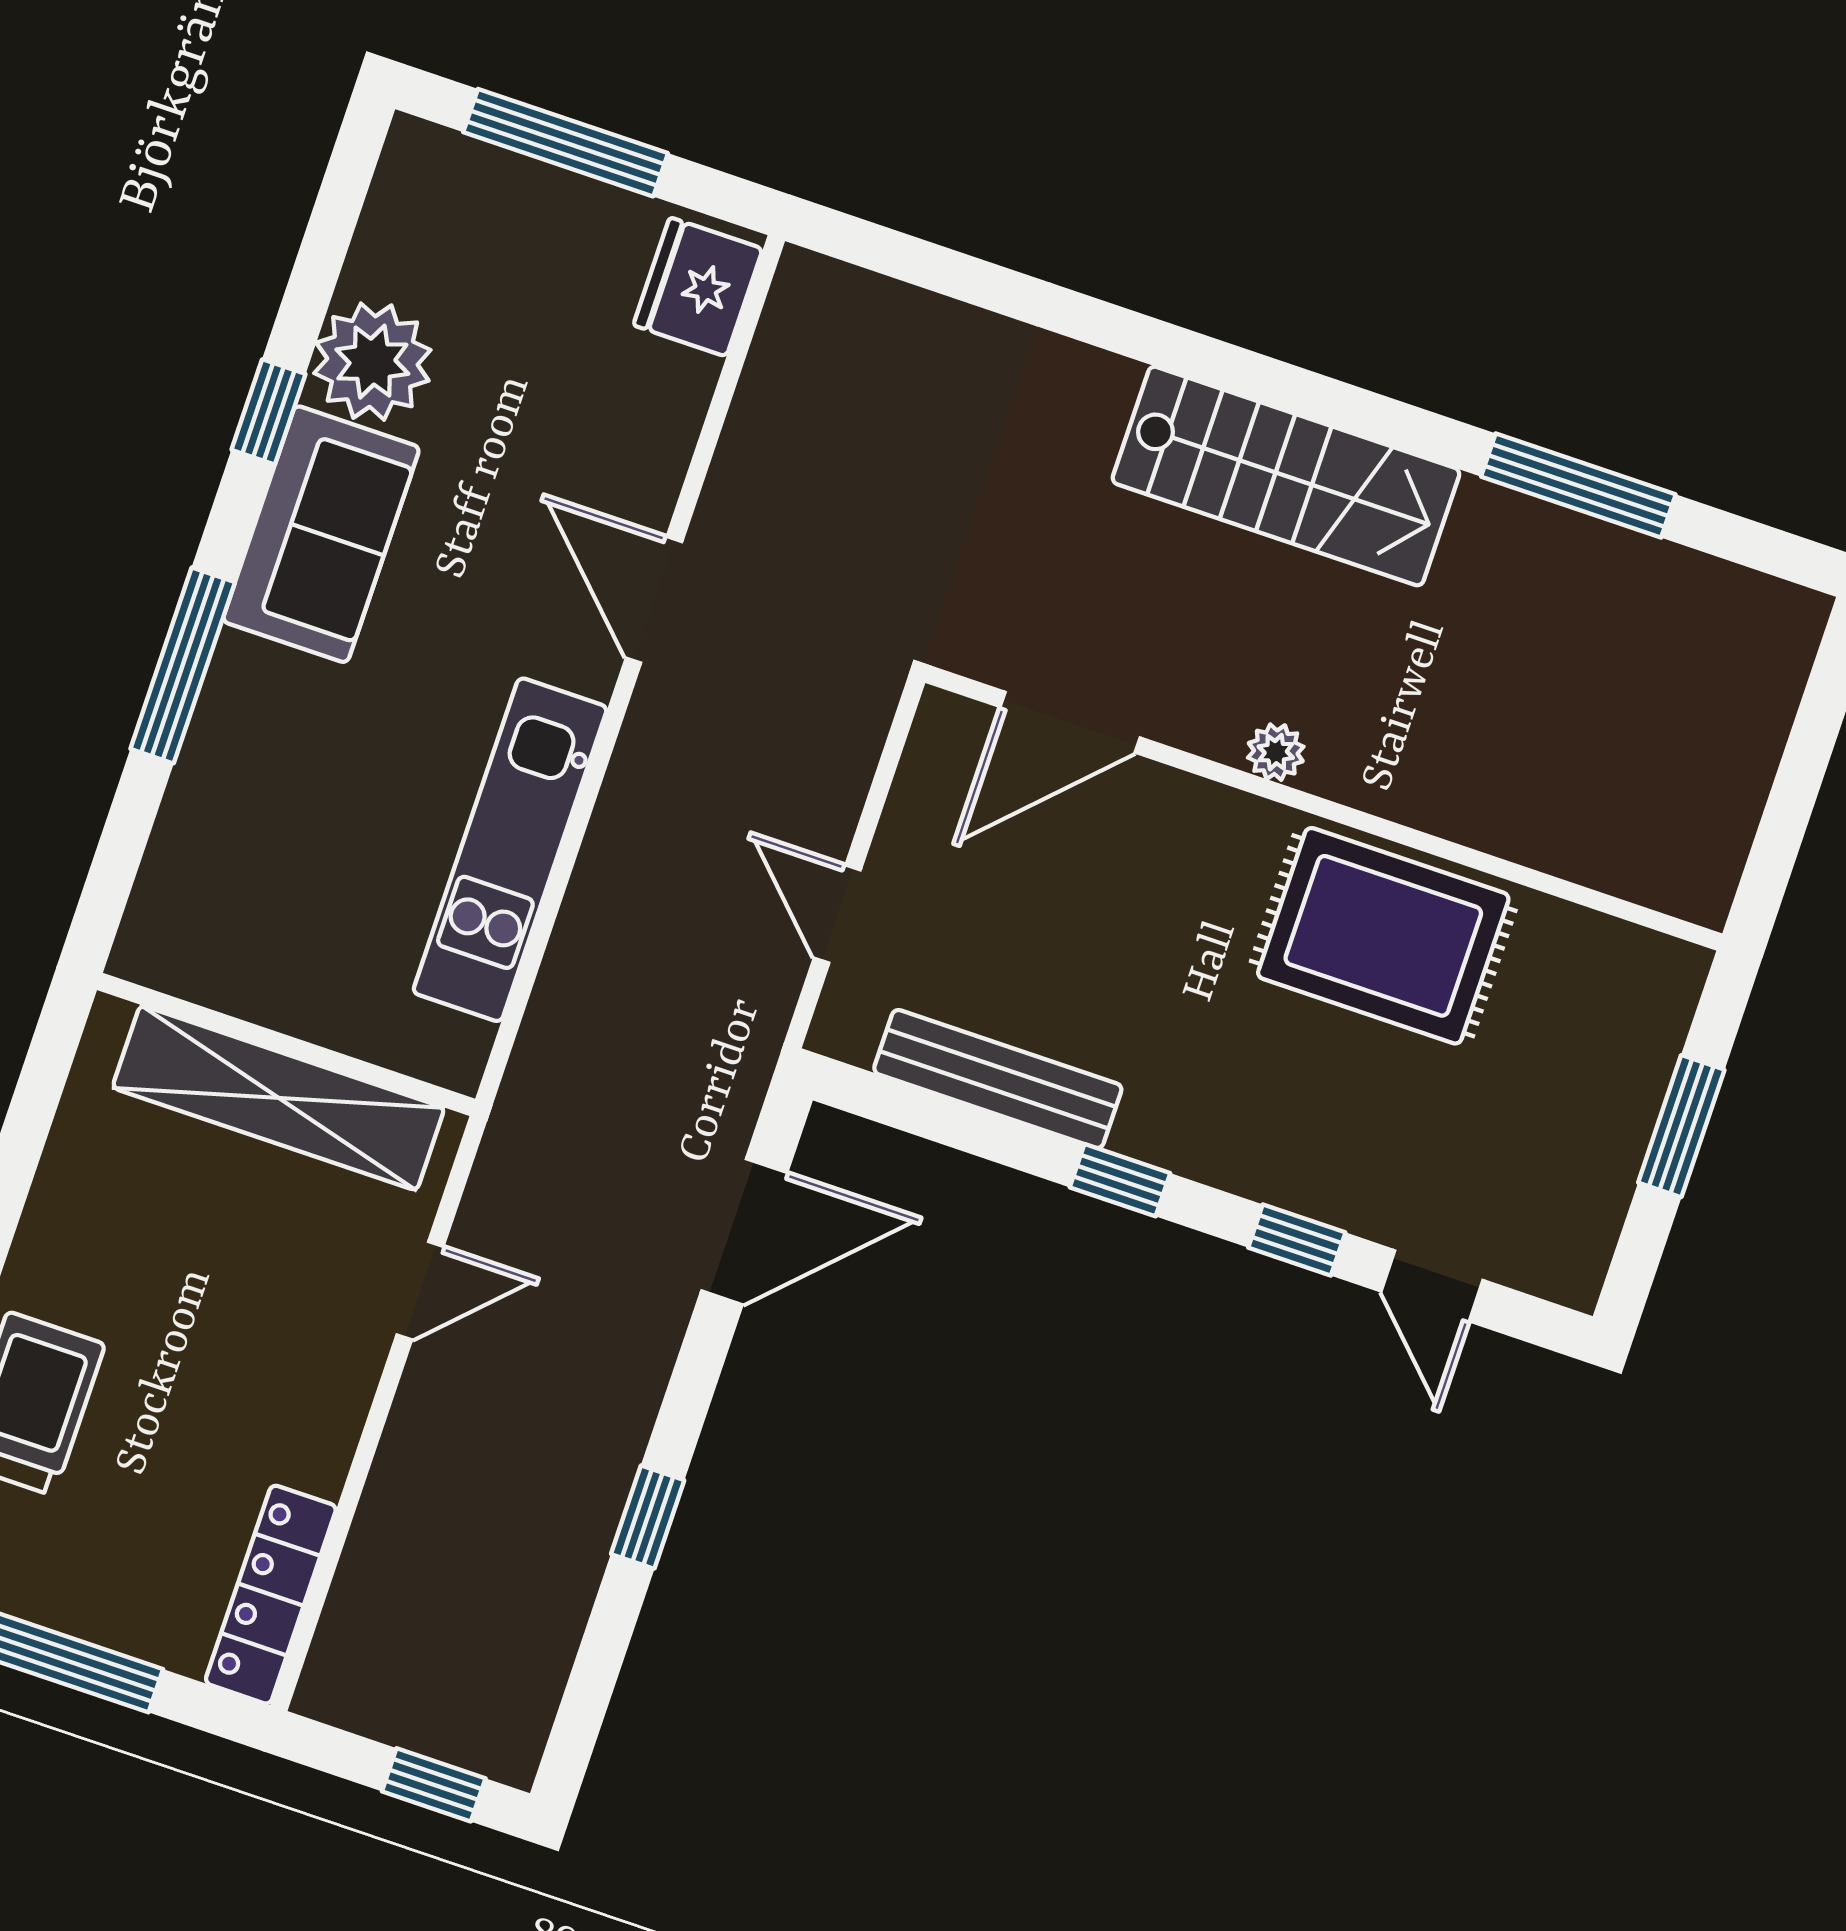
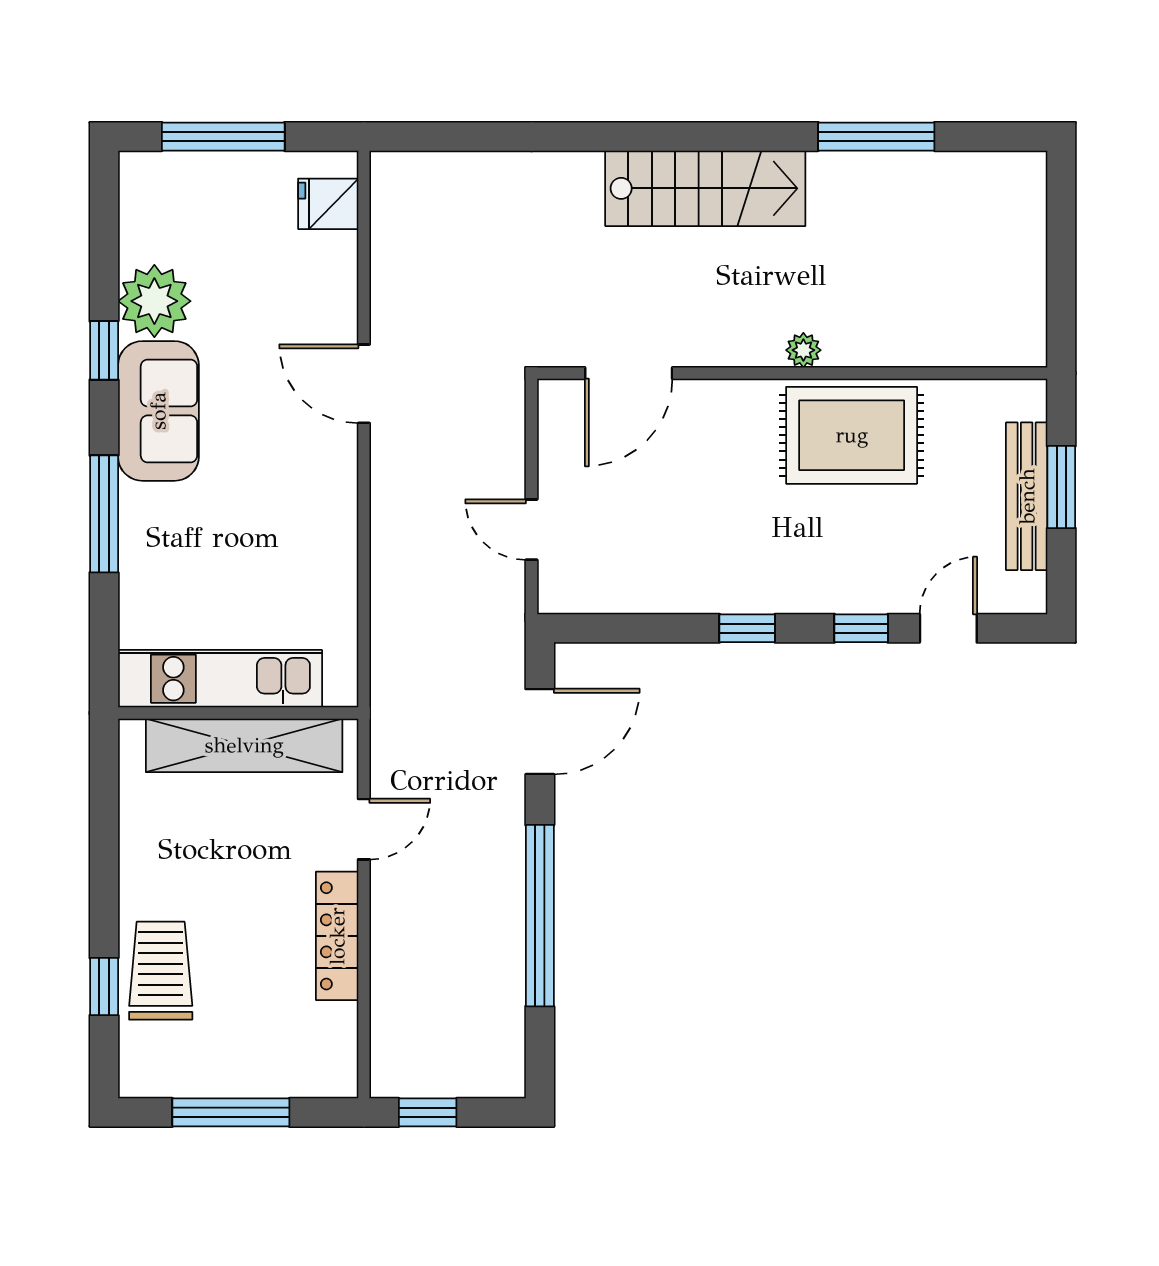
fridge: (698, 287) -> (328, 204), width x0.72
plant: (1276, 752) -> (803, 350), moved
kitchen unit: (510, 850) -> (220, 679), moved, turned 90
bench: (998, 1079) -> (1027, 496), moved, turned 90
door: (1432, 1286) -> (948, 628), swing flipped
window: (648, 1517) -> (540, 916), width x3.17
locker: (271, 1595) -> (337, 936), moved
window: (434, 1785) -> (428, 1112), moved

